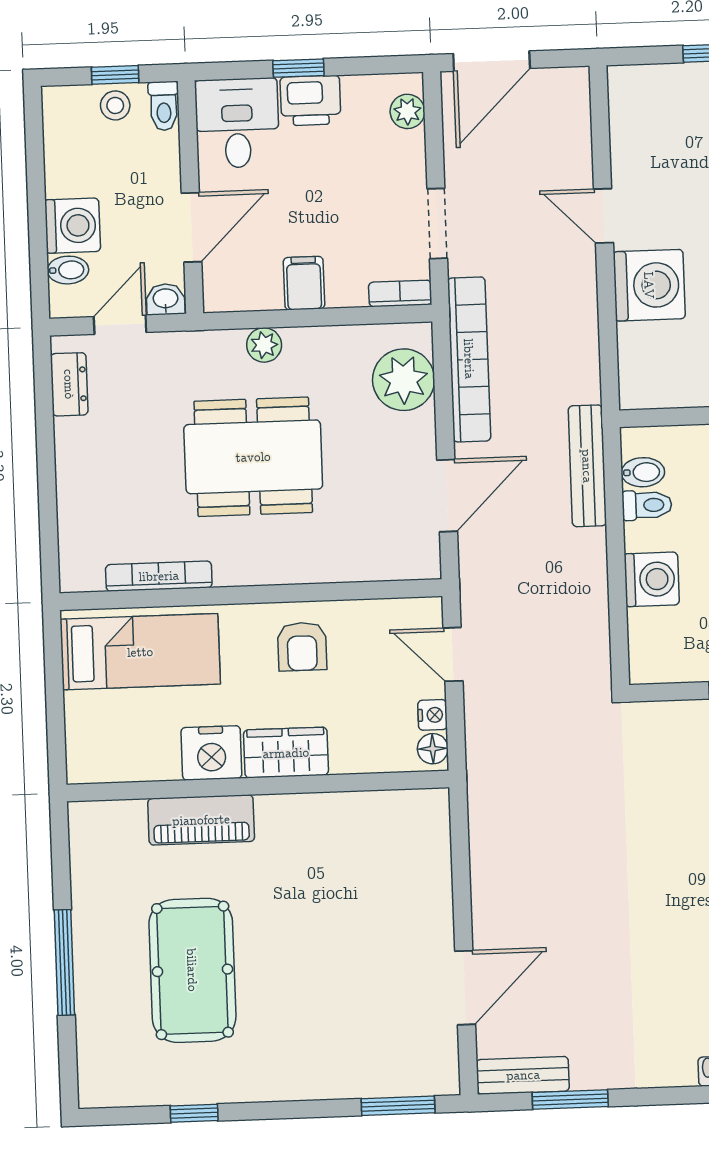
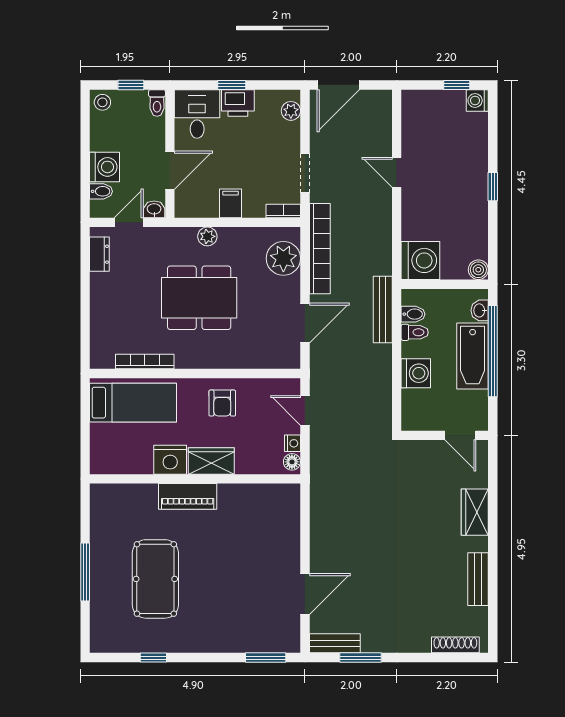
stool: (115, 105) -> (102, 102), moved
washing machine: (649, 285) -> (420, 260), moved
piano: (201, 820) -> (188, 496), moved

